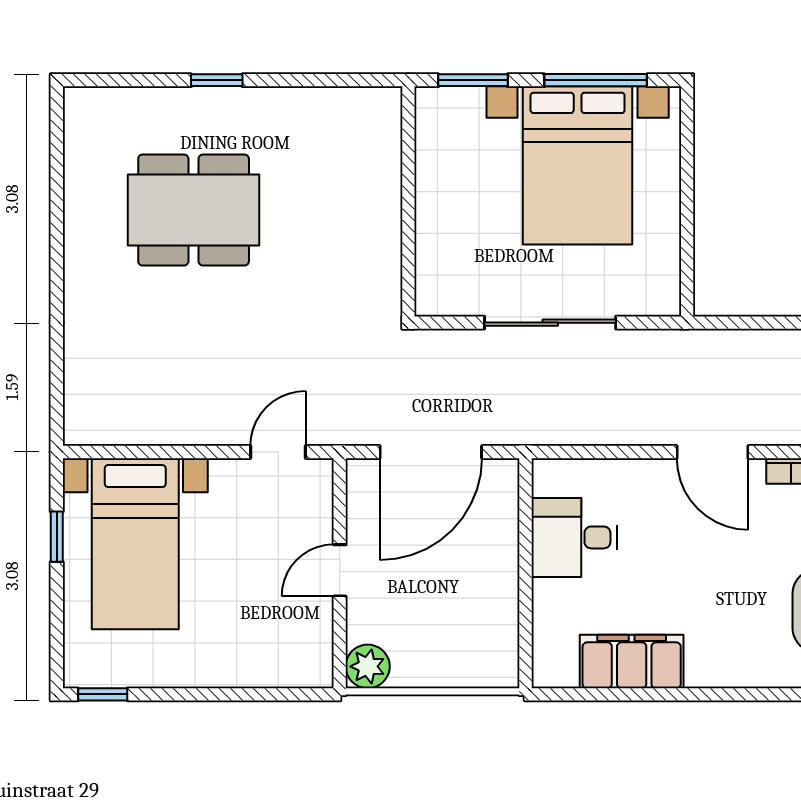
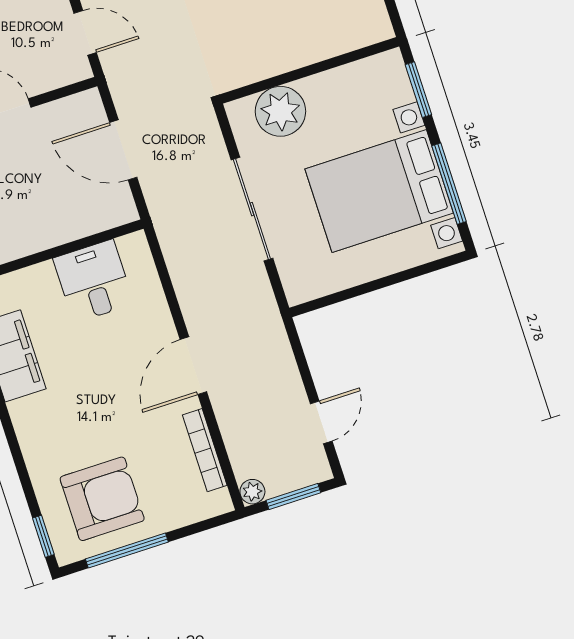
plant: (446, 251) -> (280, 111), added
door: (431, 452) -> (123, 150), width x0.73

